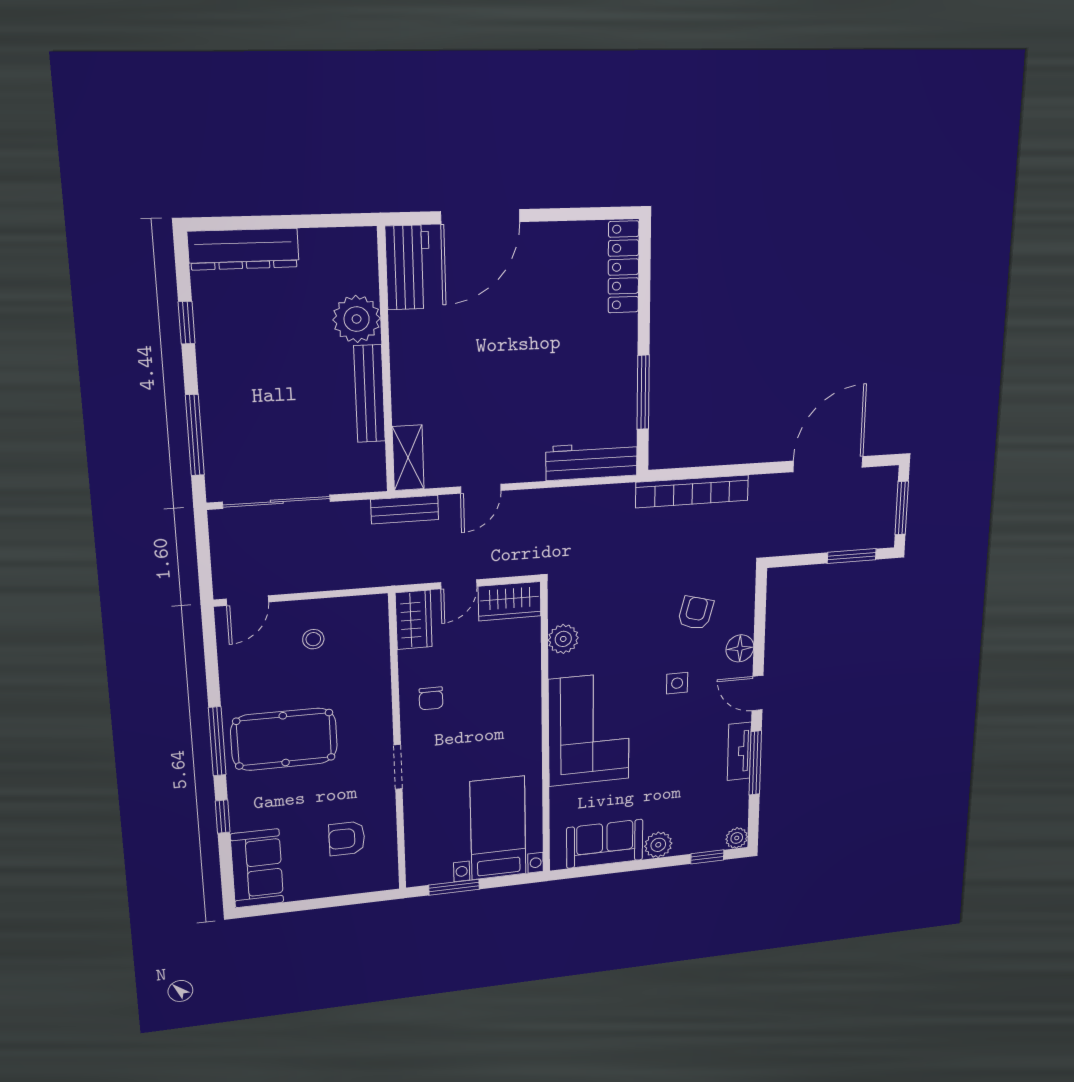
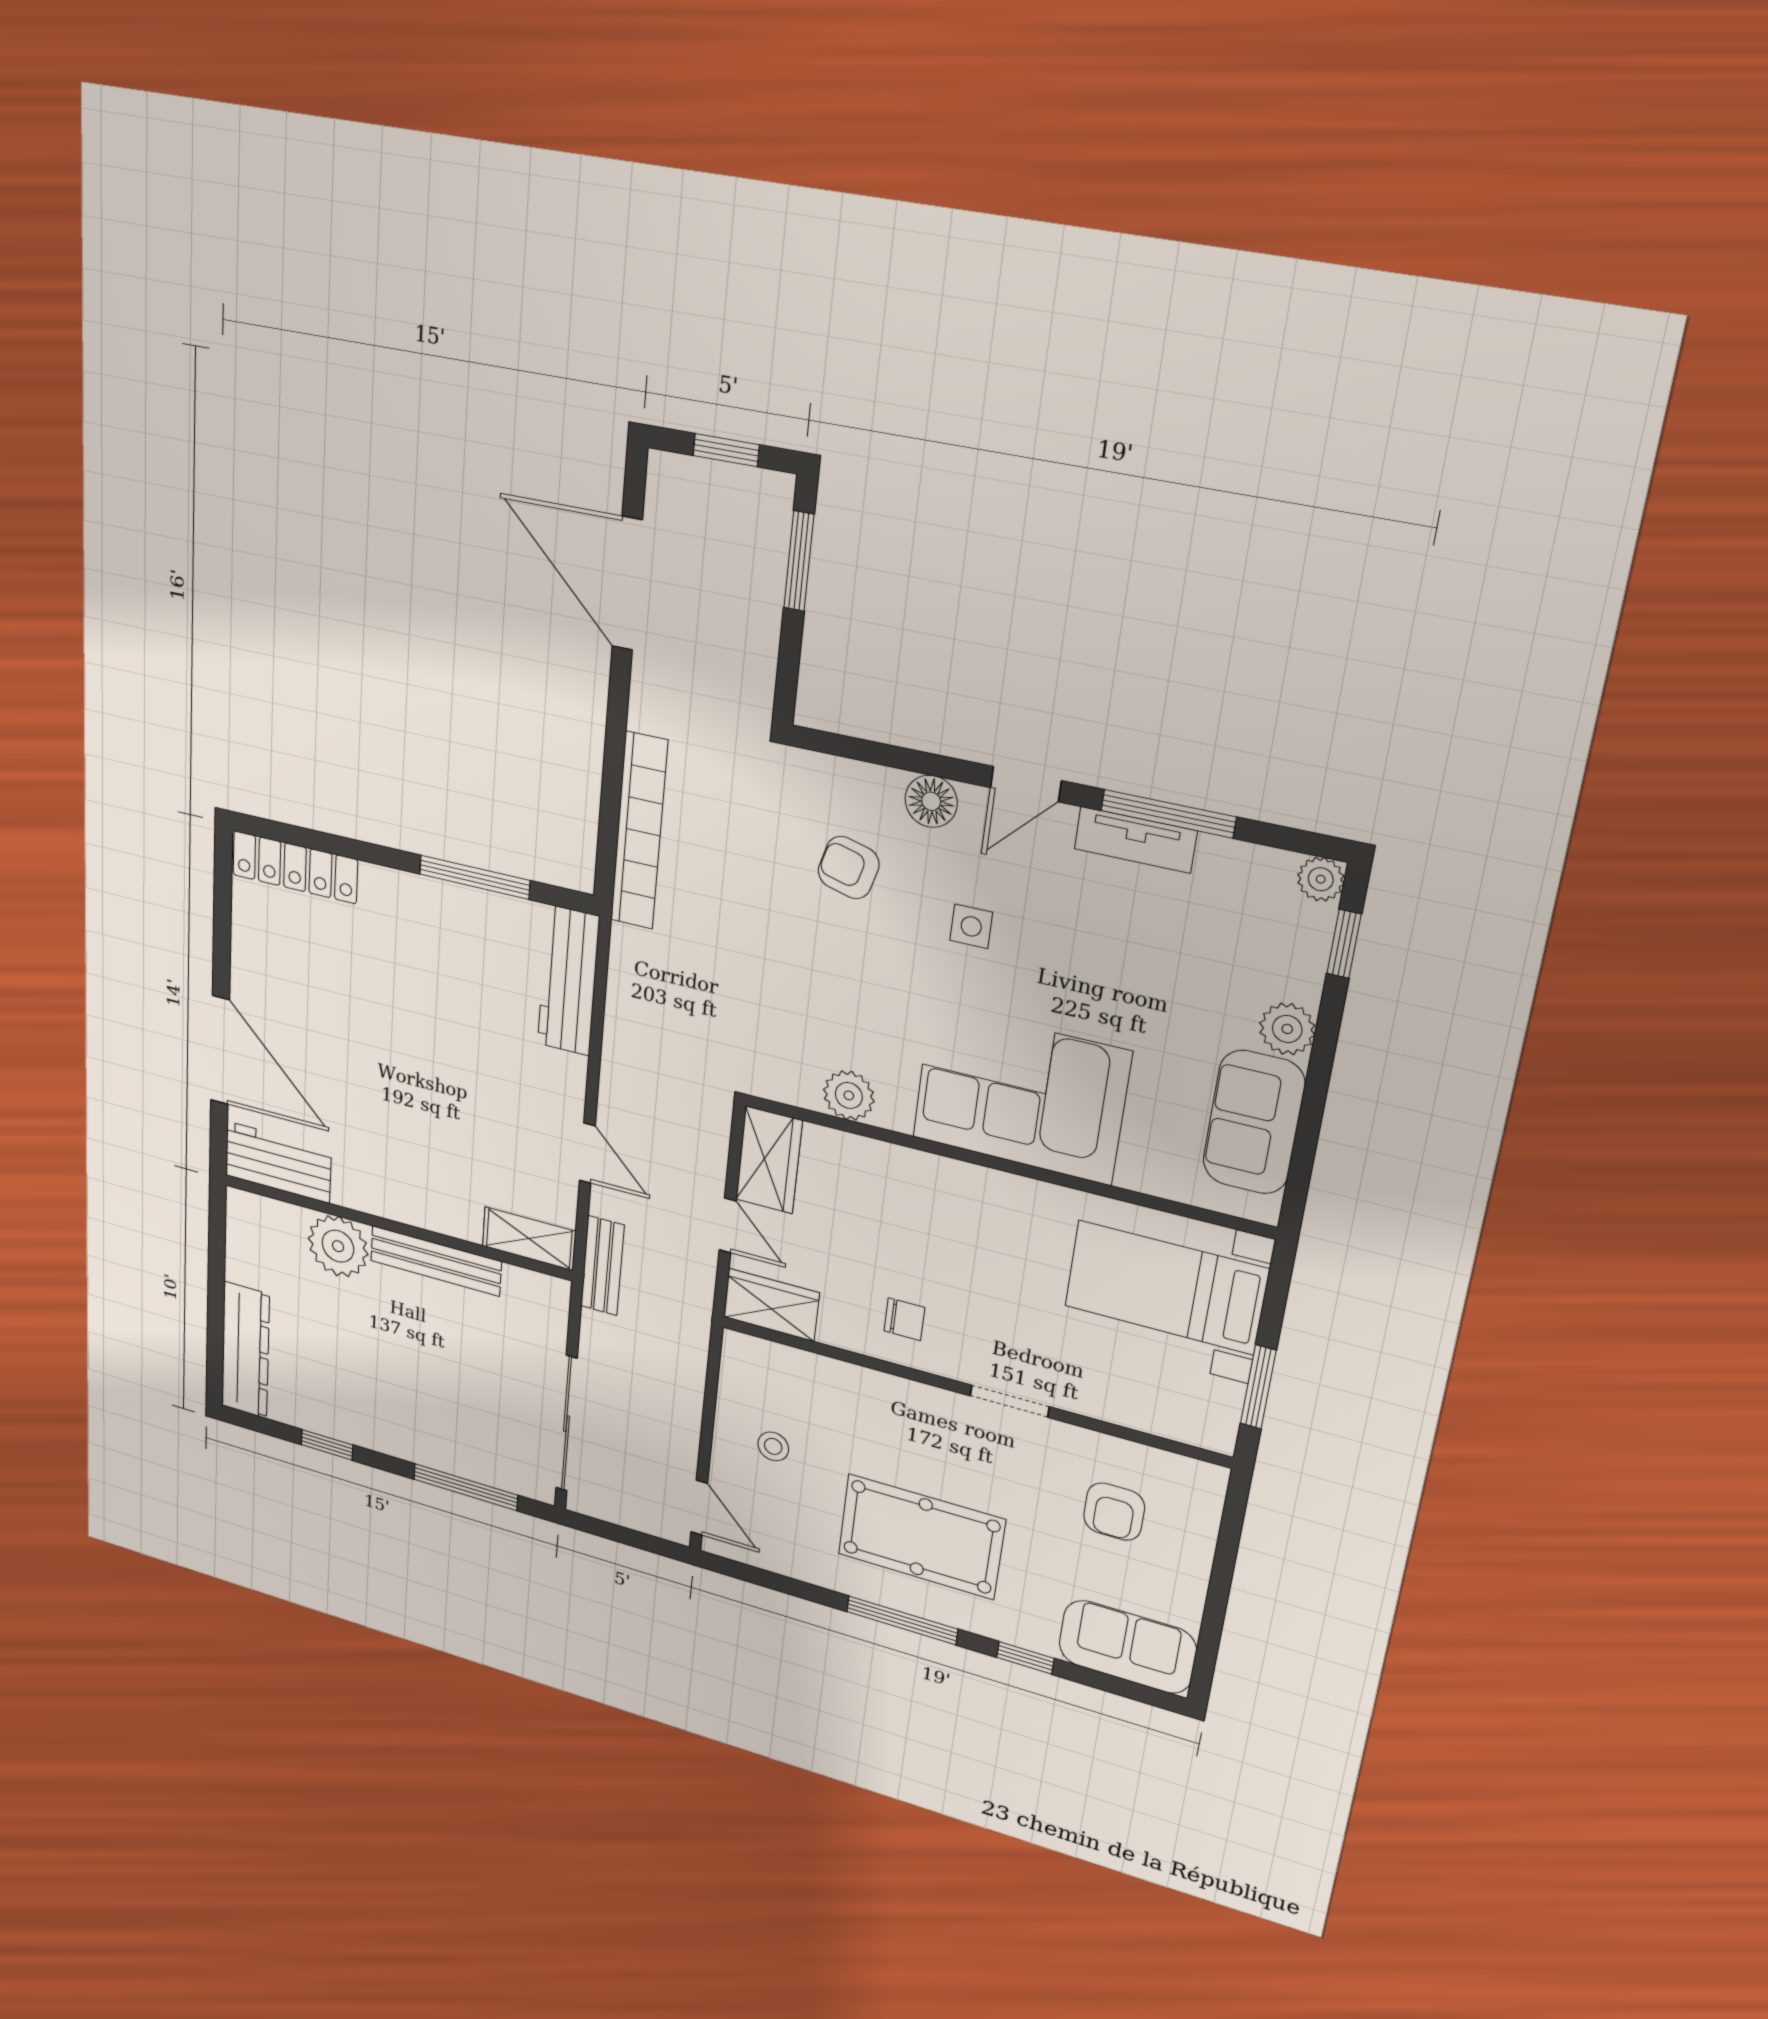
window: (902, 508) -> (726, 450), width x0.67
pool table: (284, 739) -> (921, 1537), turned 90

